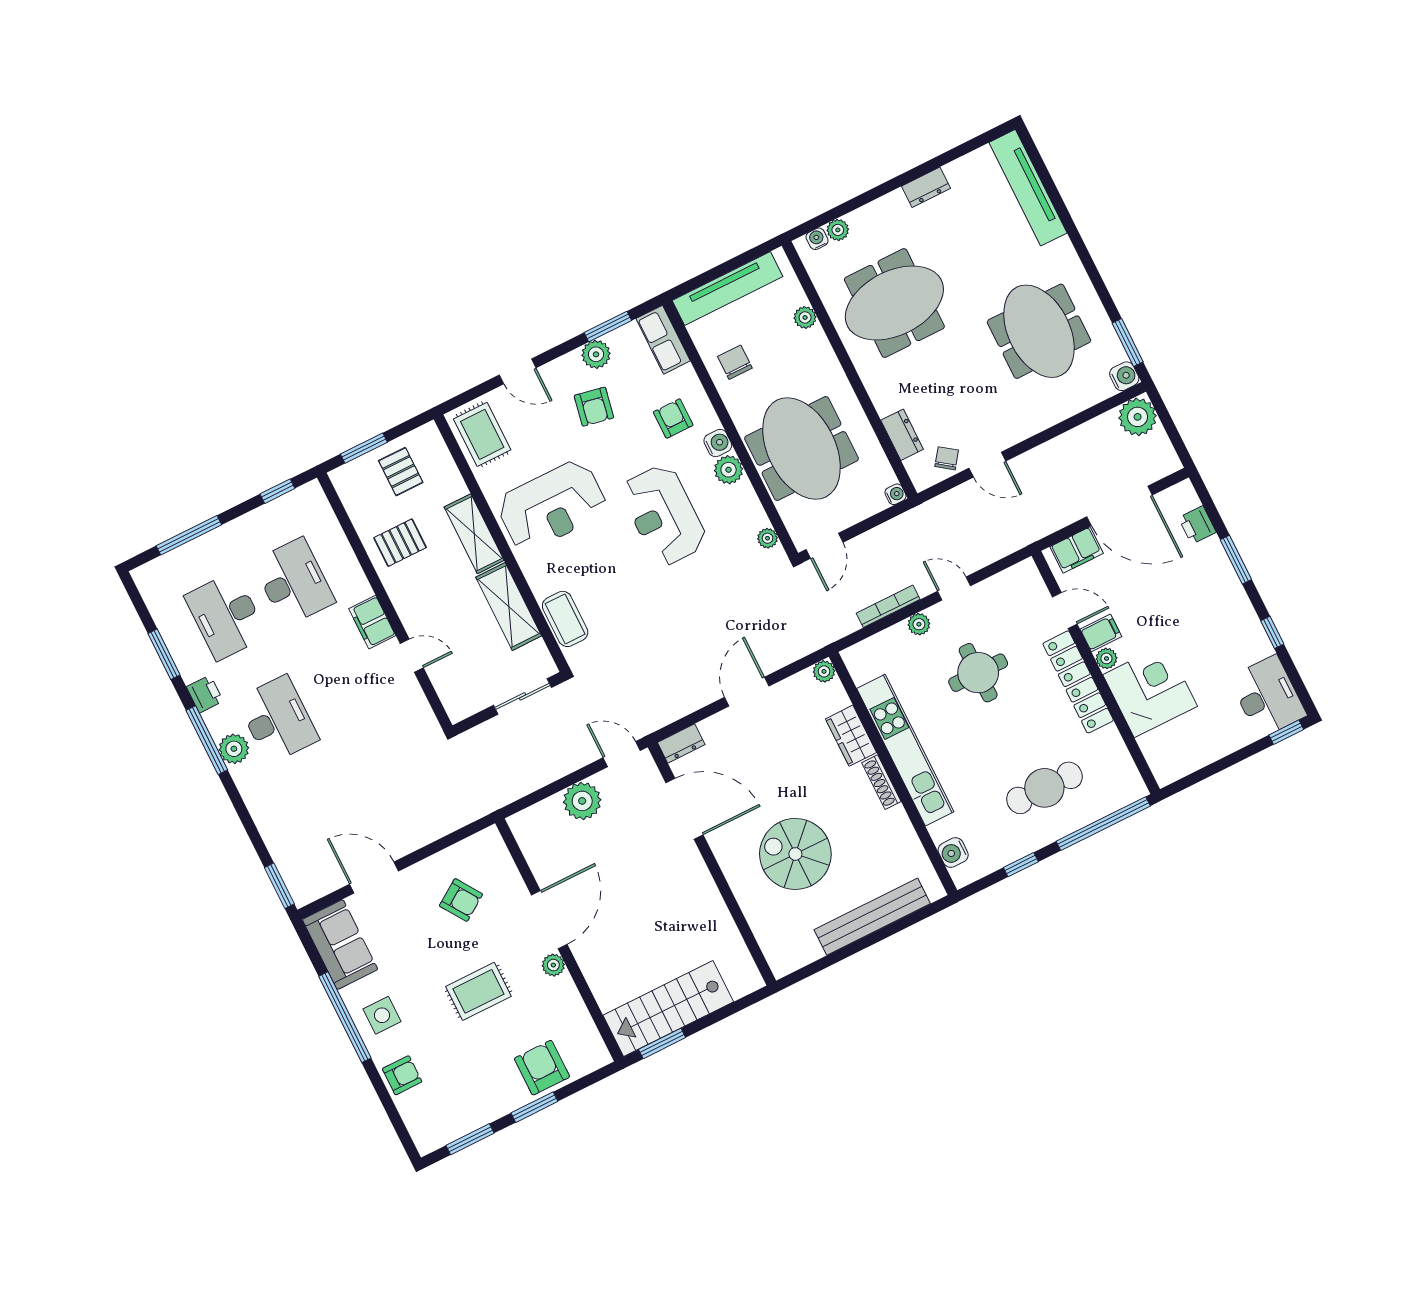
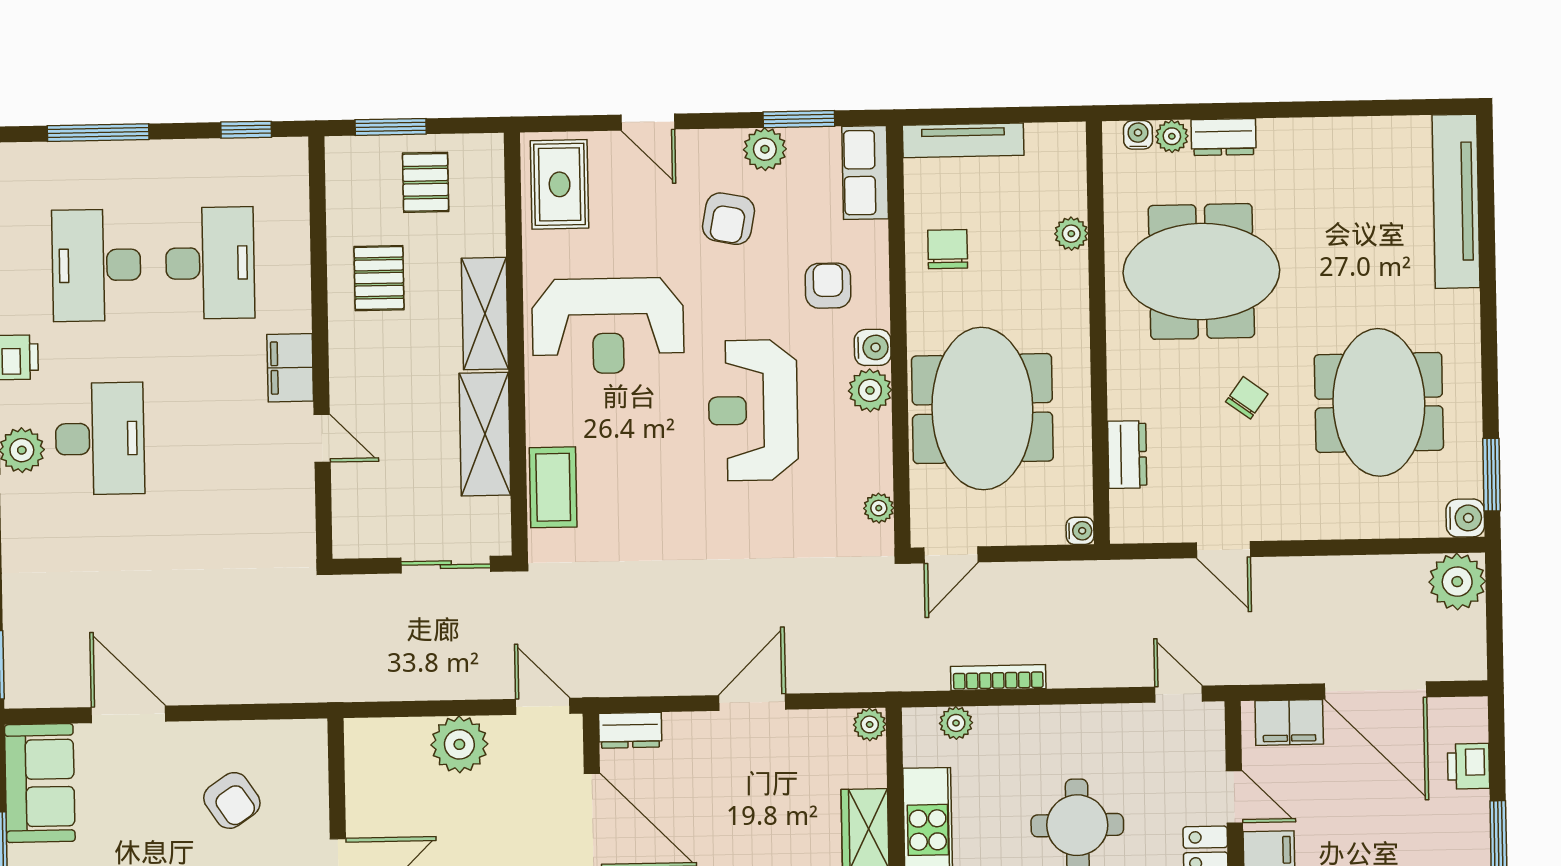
dresser: (926, 187) -> (1224, 137), moved
tv unit: (727, 288) -> (963, 140), width x0.73, depth x0.78
chair: (947, 458) -> (1247, 398), moved
pallet: (400, 543) -> (379, 278), turned 90
door: (954, 588) -> (1179, 694), moved
plant: (919, 624) -> (956, 723), moved

